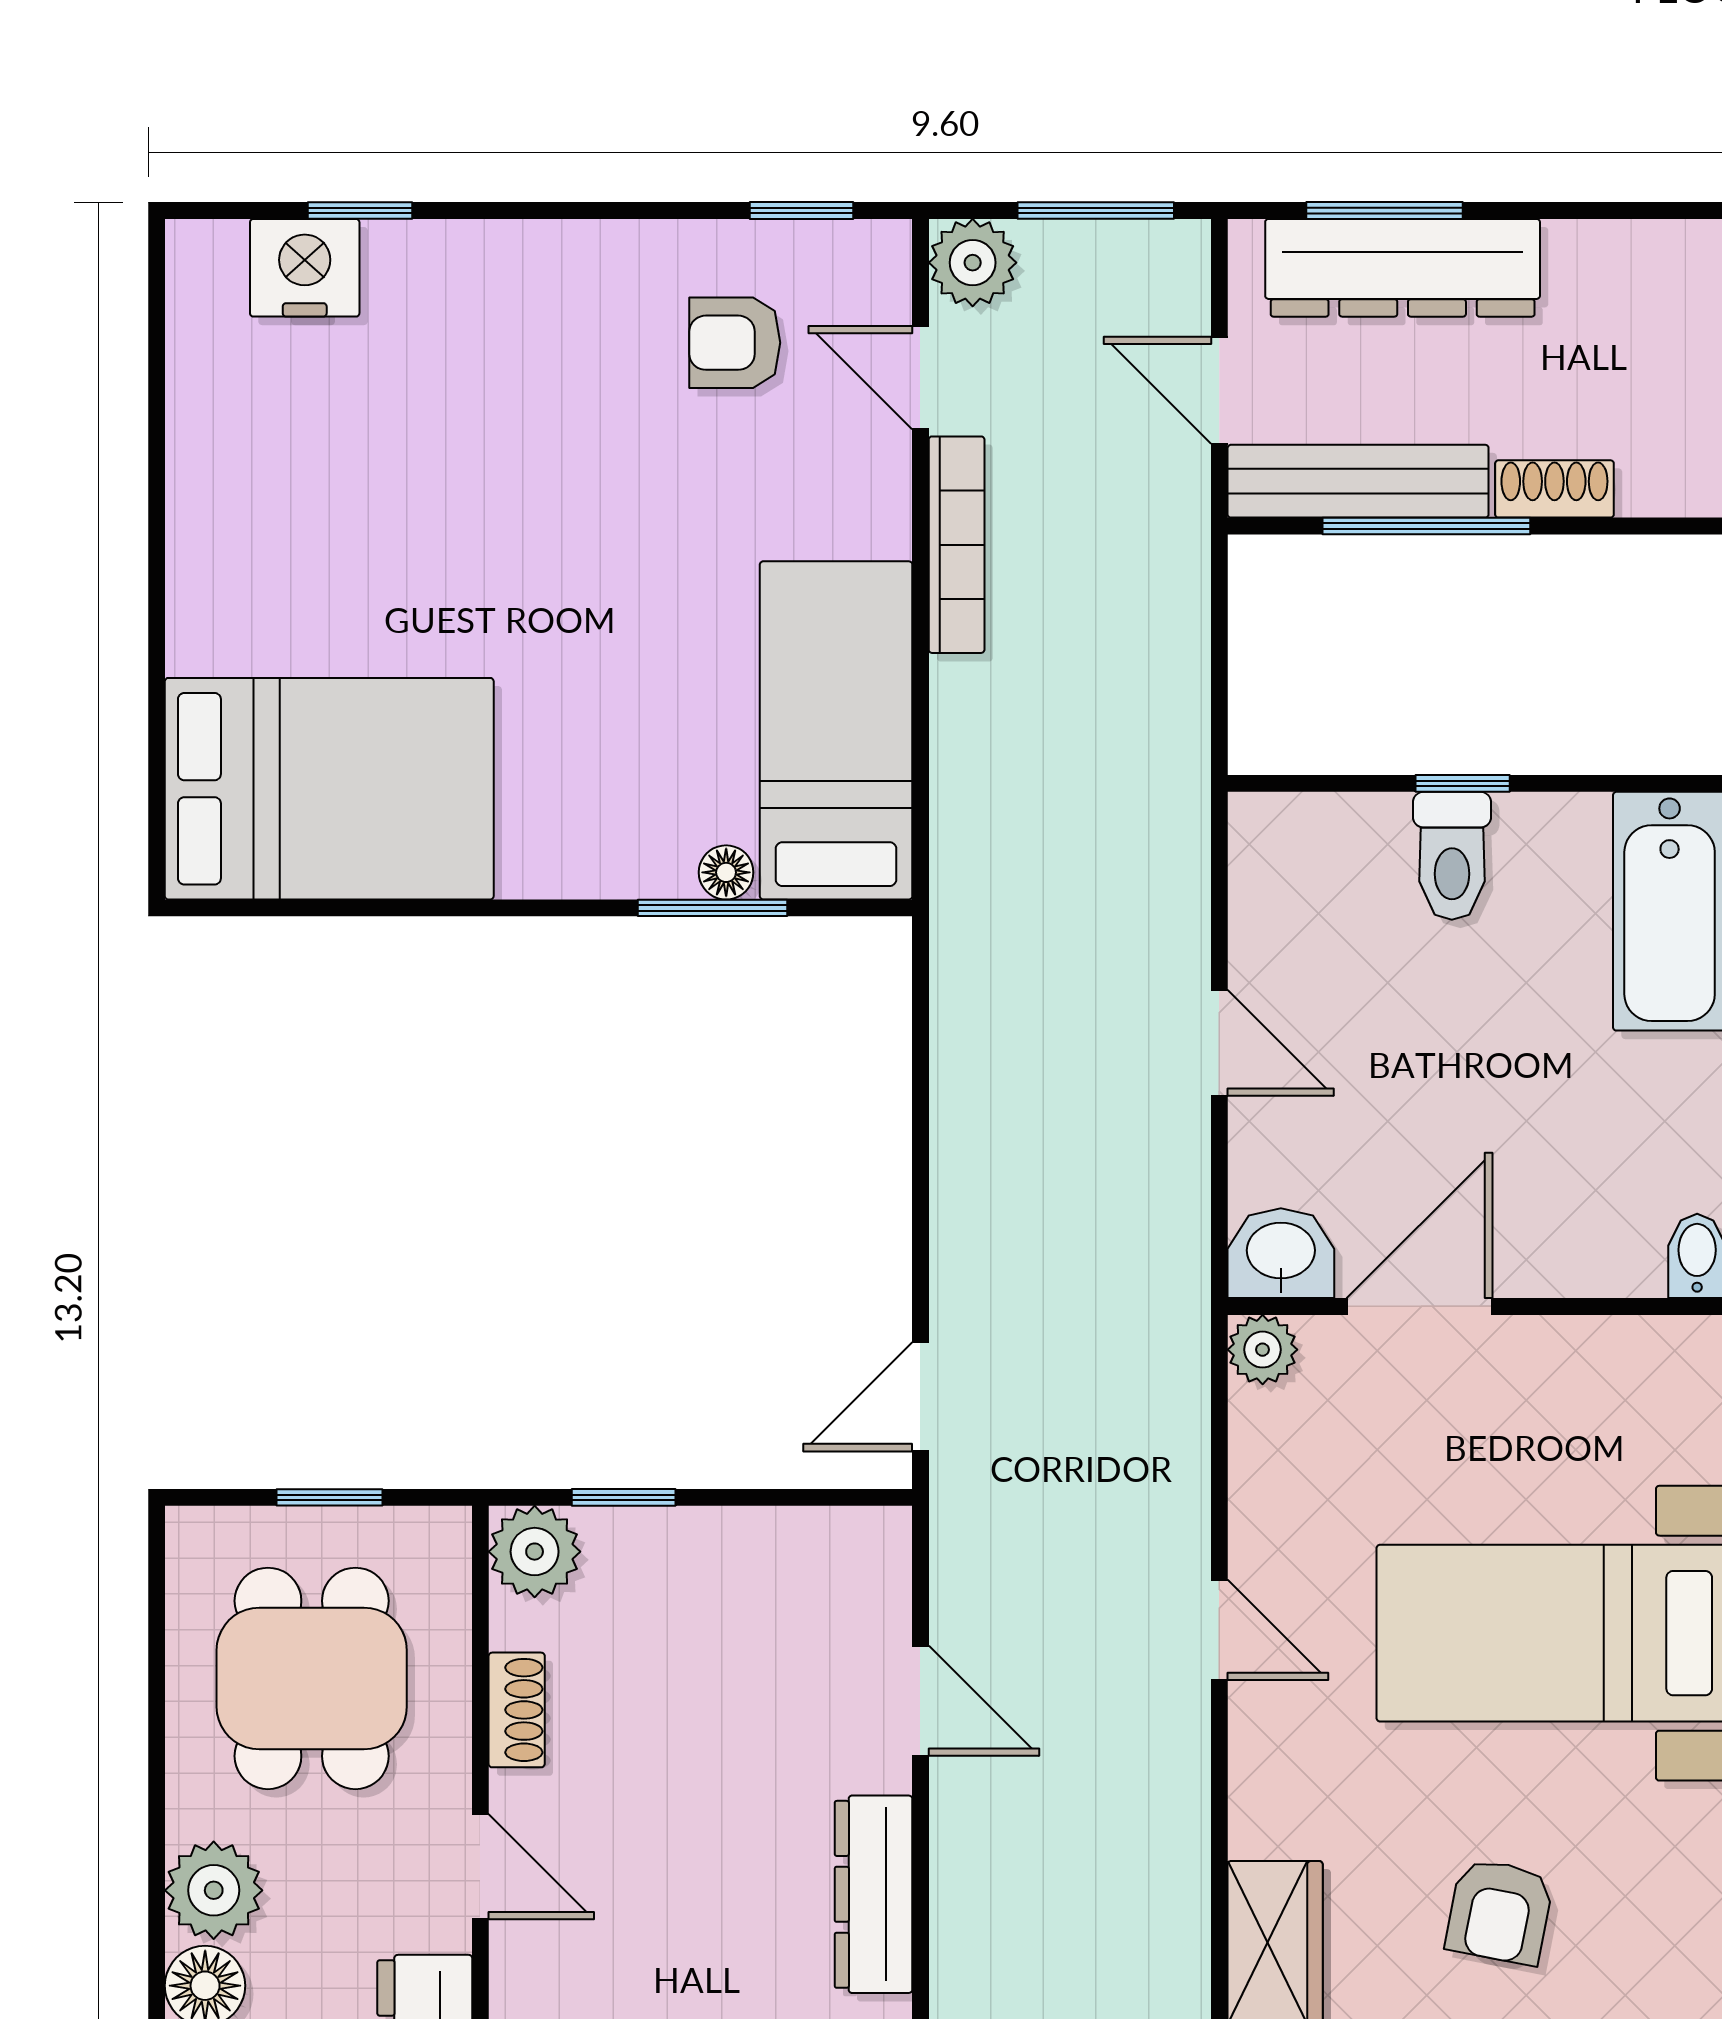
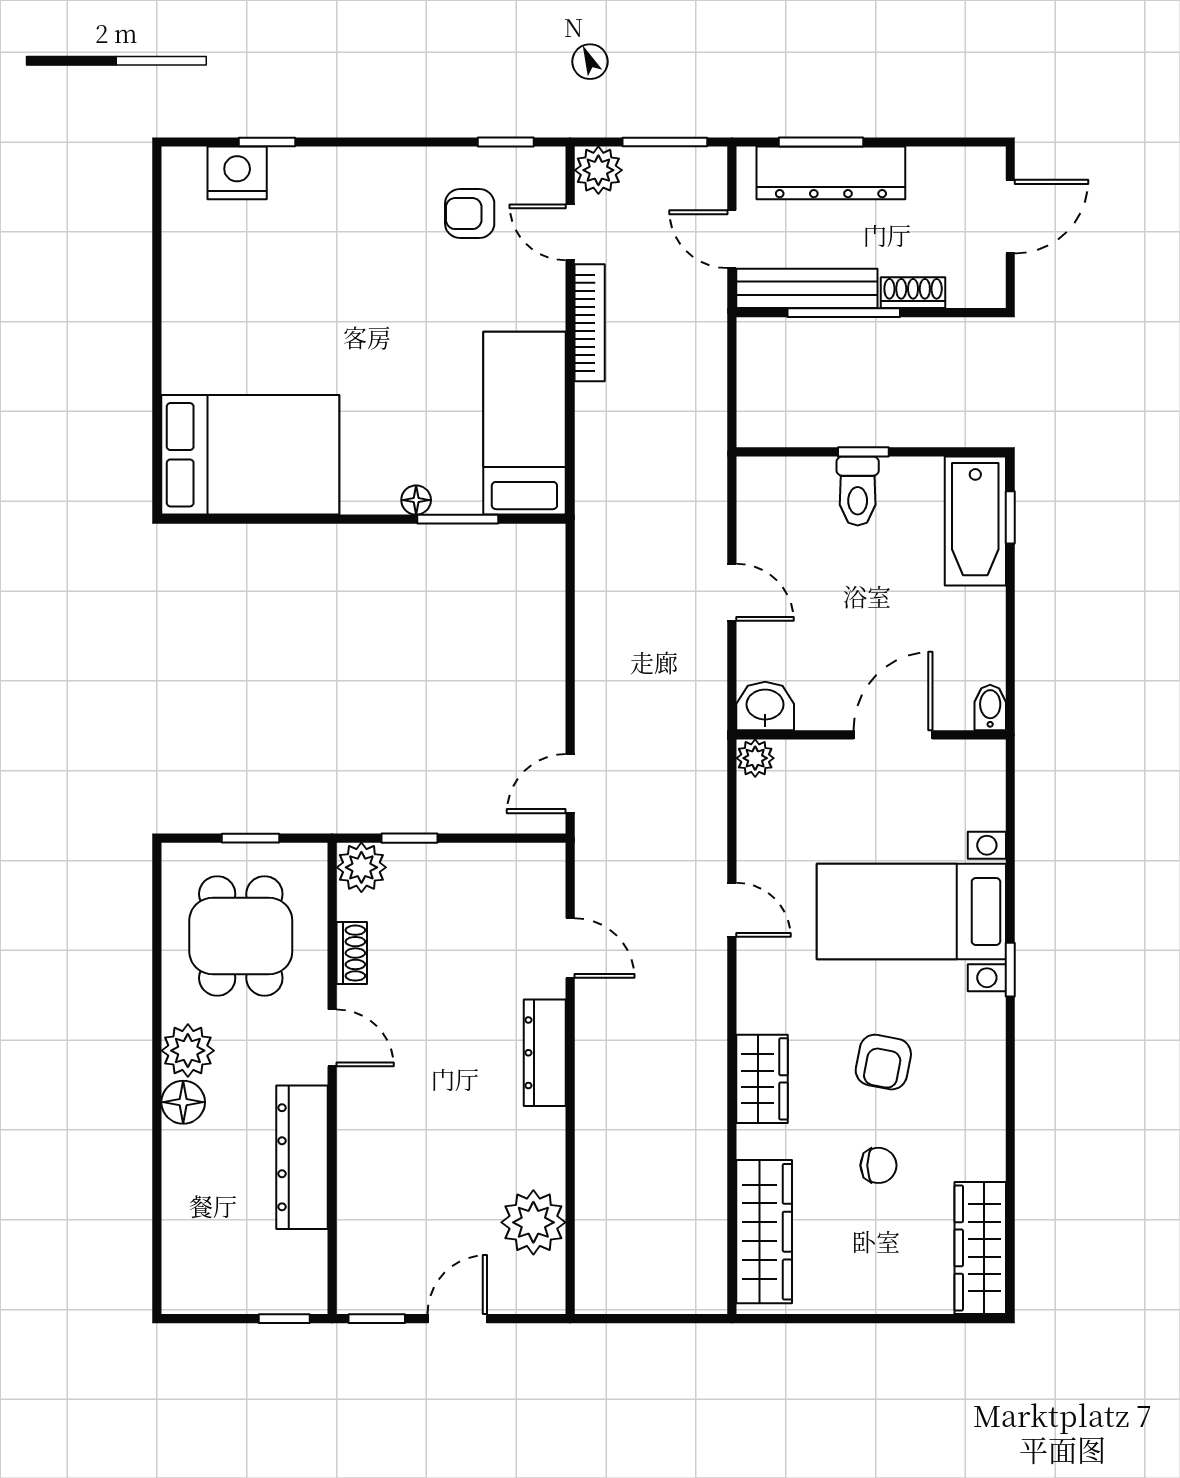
floor lamp: (726, 872) -> (416, 500), moved
door: (1420, 1306) -> (893, 735), moved

